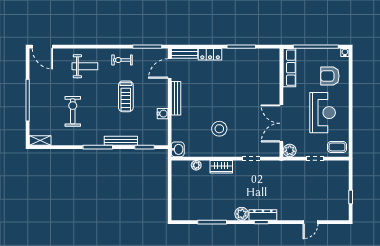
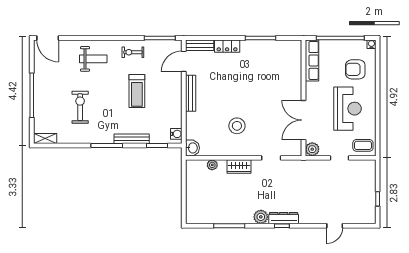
water cooler: (163, 114) -> (176, 134), moved

